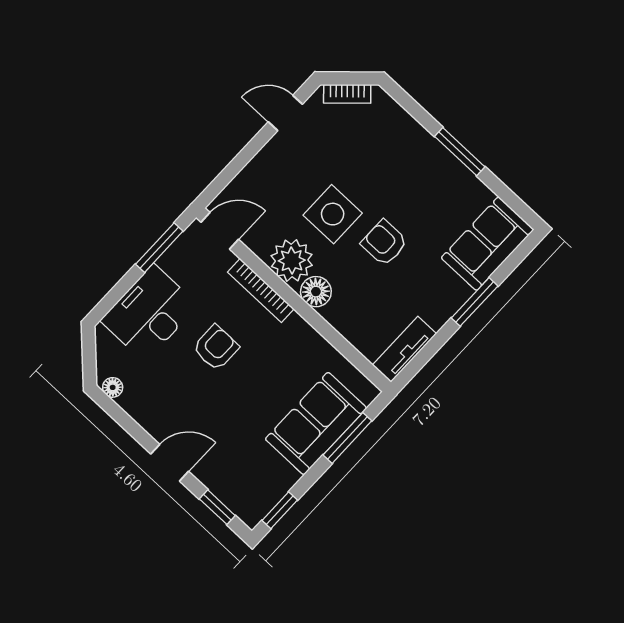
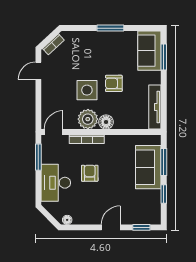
window: (475, 302) -> (164, 57), moved
tv unit: (404, 349) -> (155, 107), width x1.41
window: (280, 510) -> (164, 194), moved

